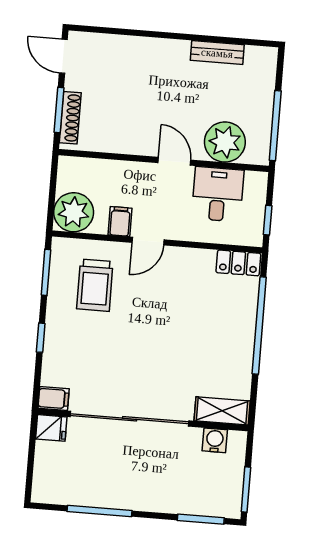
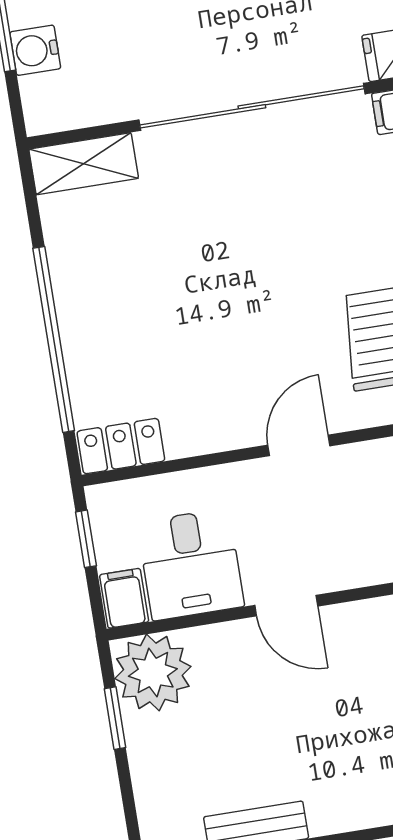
window: (275, 126) -> (115, 718), width x0.46
plant: (225, 142) -> (153, 673), moved
filing cabinet: (120, 221) -> (124, 598), moved, turned 180
water cooler: (215, 440) -> (35, 50), moved, turned 90

